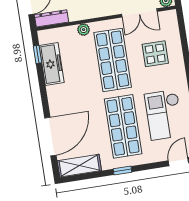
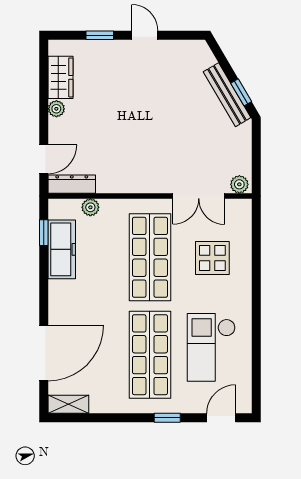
plant: (84, 30) -> (90, 207), moved
shelving: (79, 166) -> (68, 404), width x0.67, depth x0.75
window: (122, 170) -> (167, 418), moved

